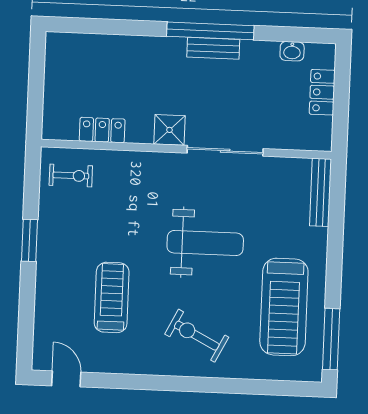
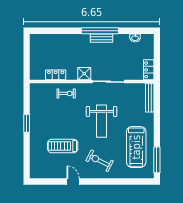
locker: (322, 92) -> (149, 70), moved
exercise bike: (71, 176) -> (66, 93), moved
weight bench: (205, 243) -> (102, 121), turned 90
treadmill: (112, 297) -> (63, 146), turned -90
door: (66, 379) -> (73, 181), moved

